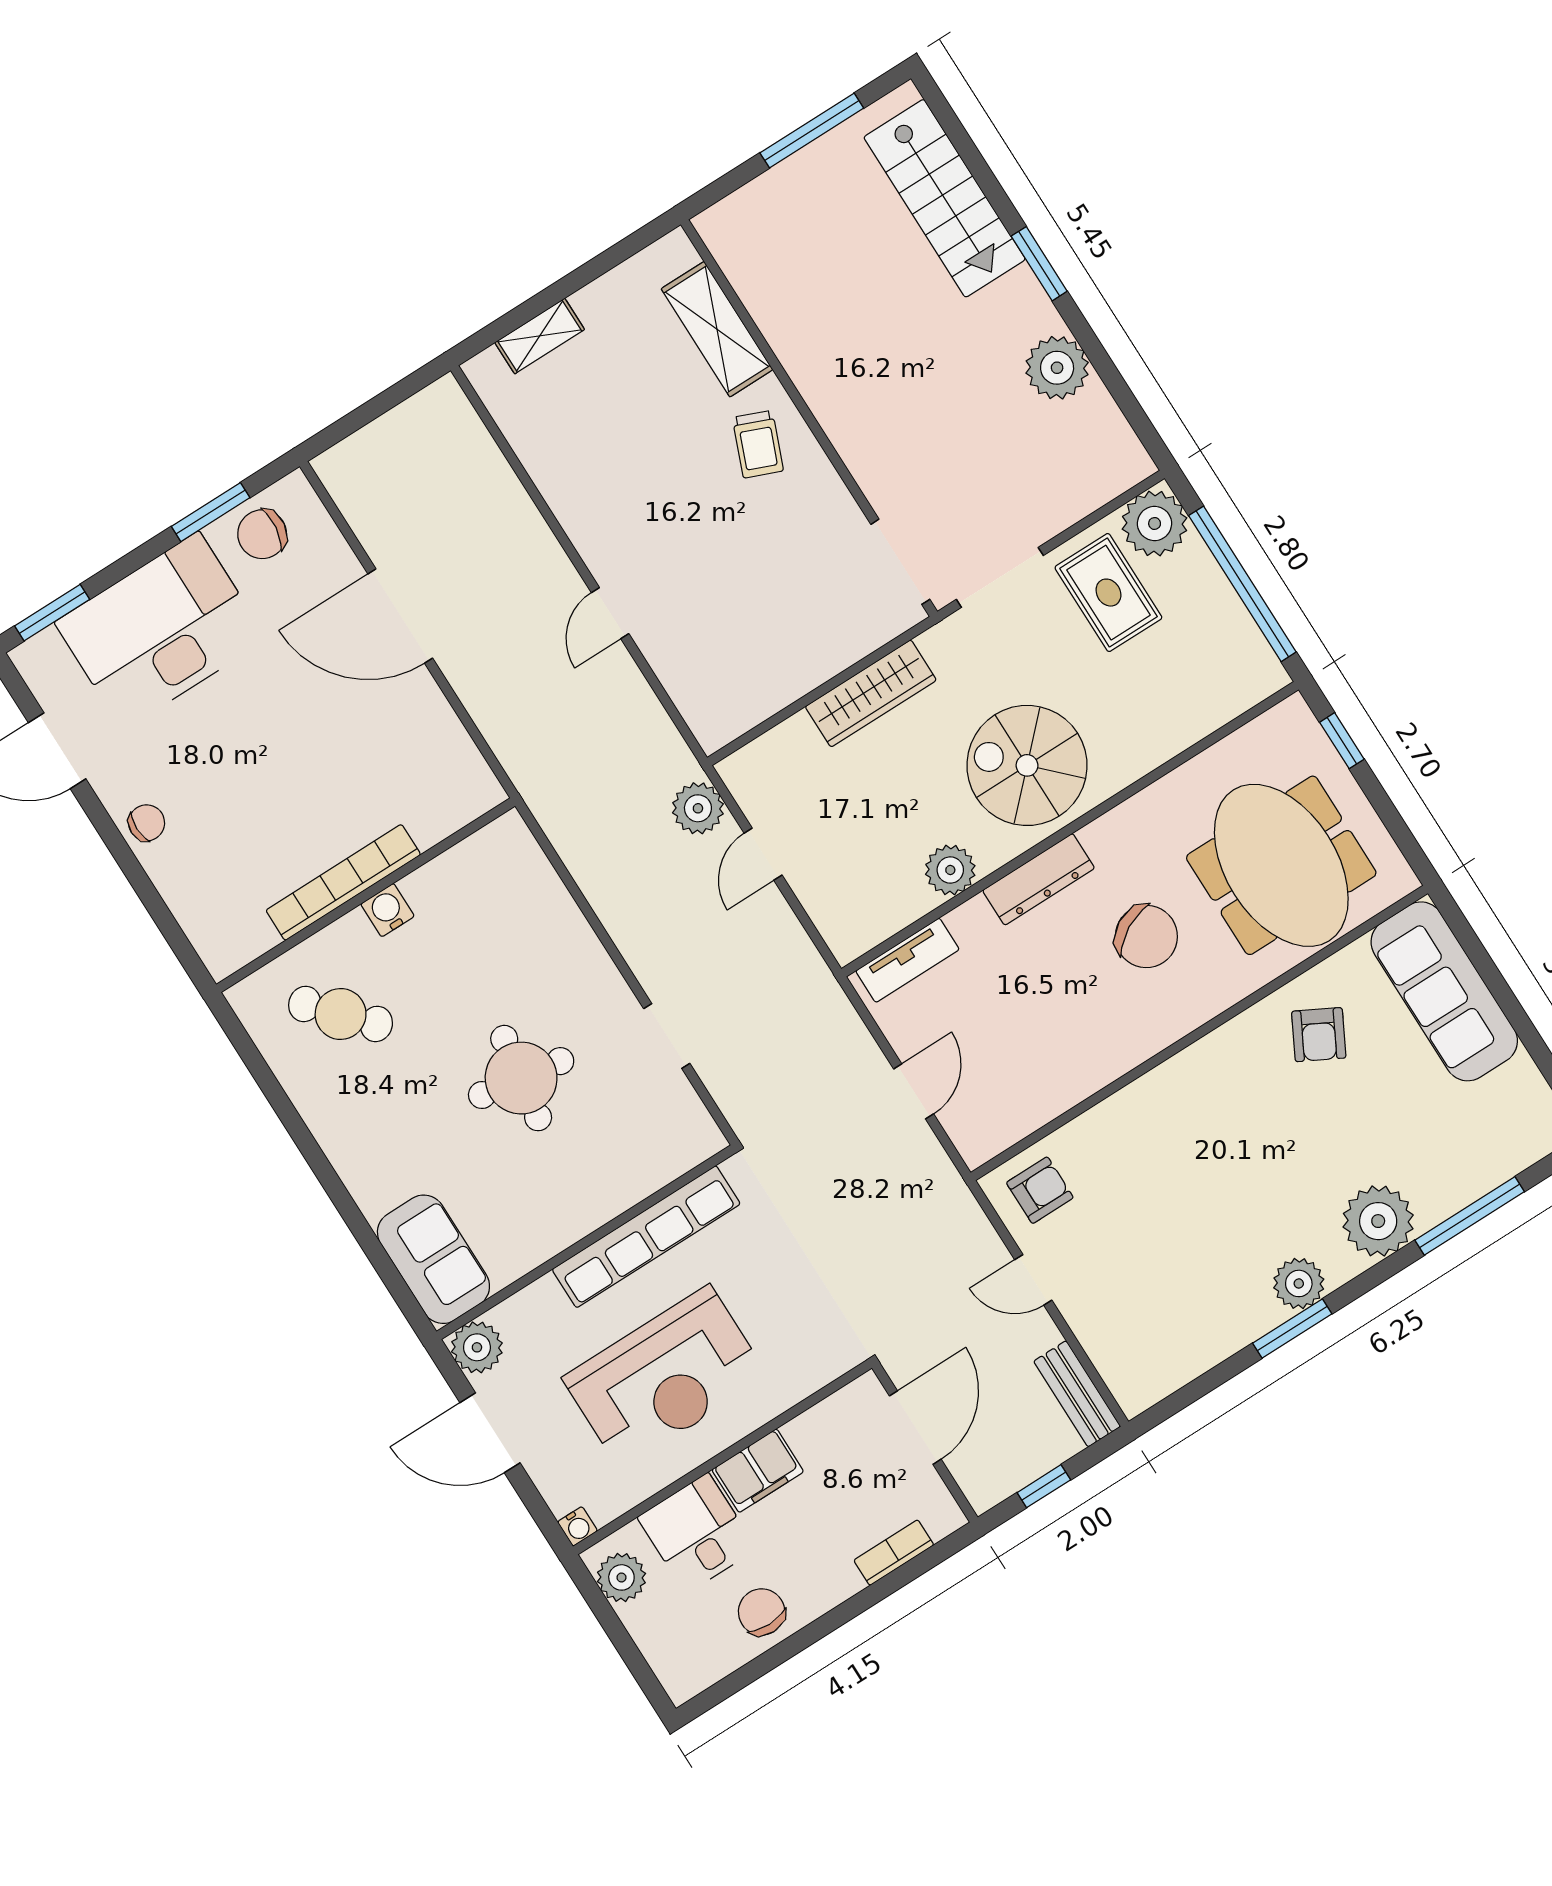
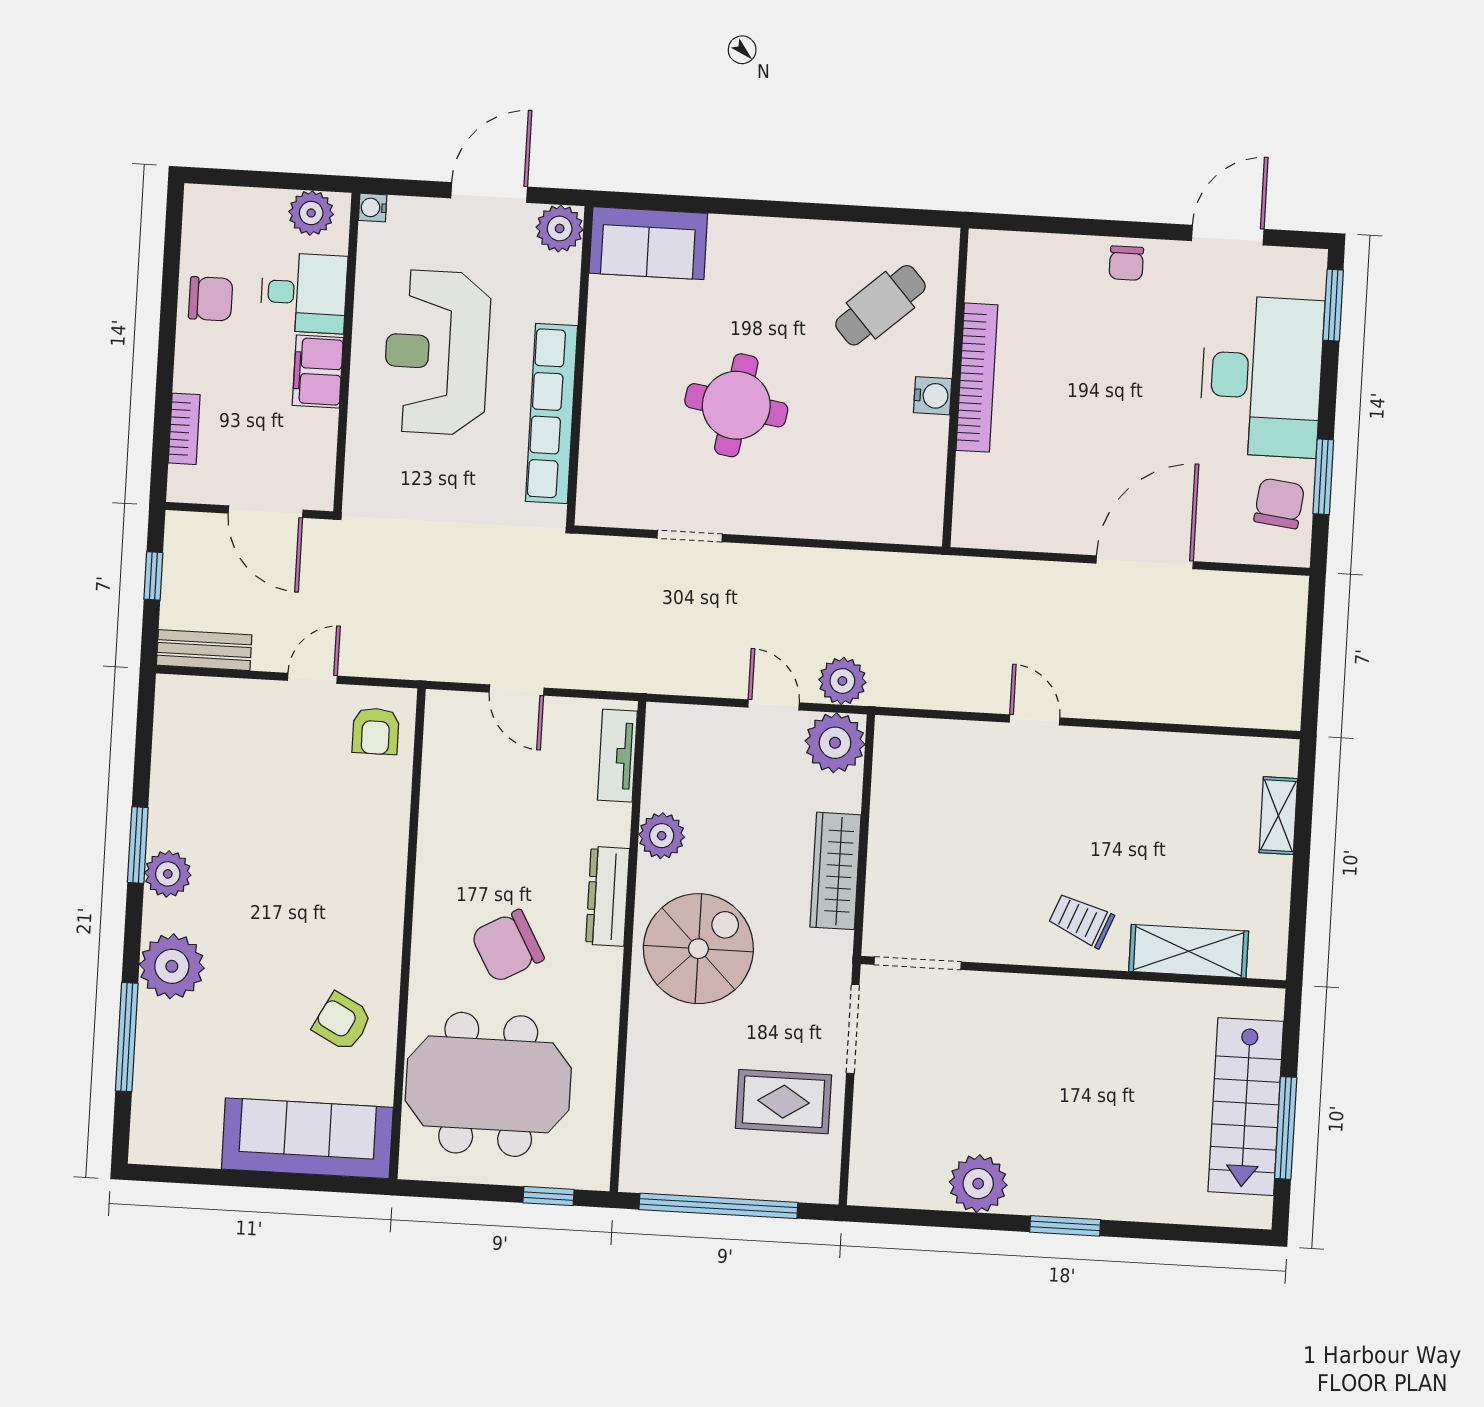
stairs: (945, 198) -> (1246, 1107), moved, turned -90
plant: (1155, 523) -> (835, 743), moved

